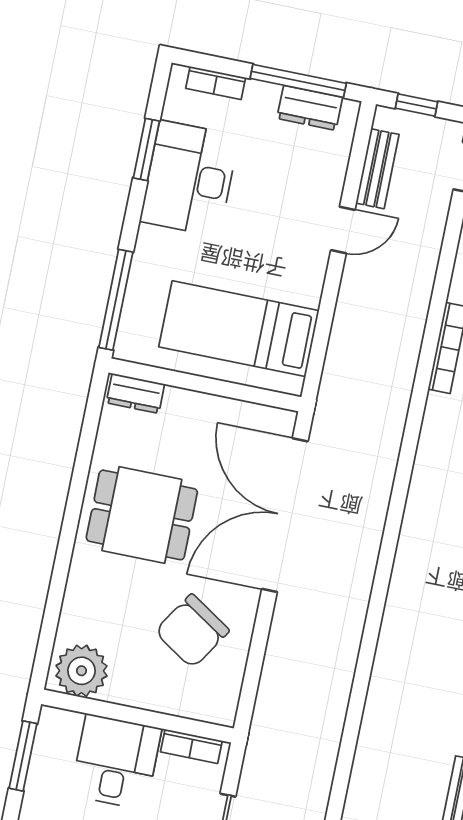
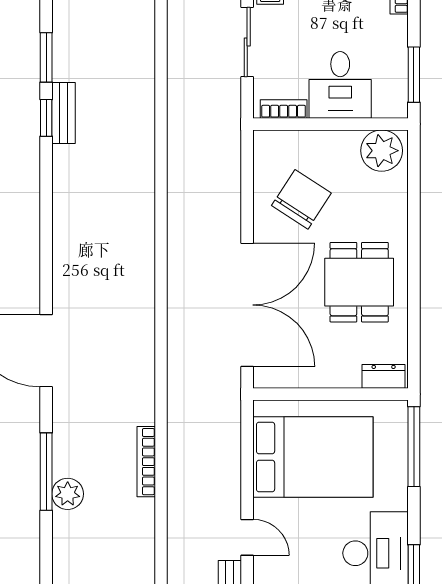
door: (343, 230) -> (247, 537), swing flipped
bed: (239, 329) -> (313, 457), width x1.50
dining table: (142, 515) -> (359, 282), turned 90

